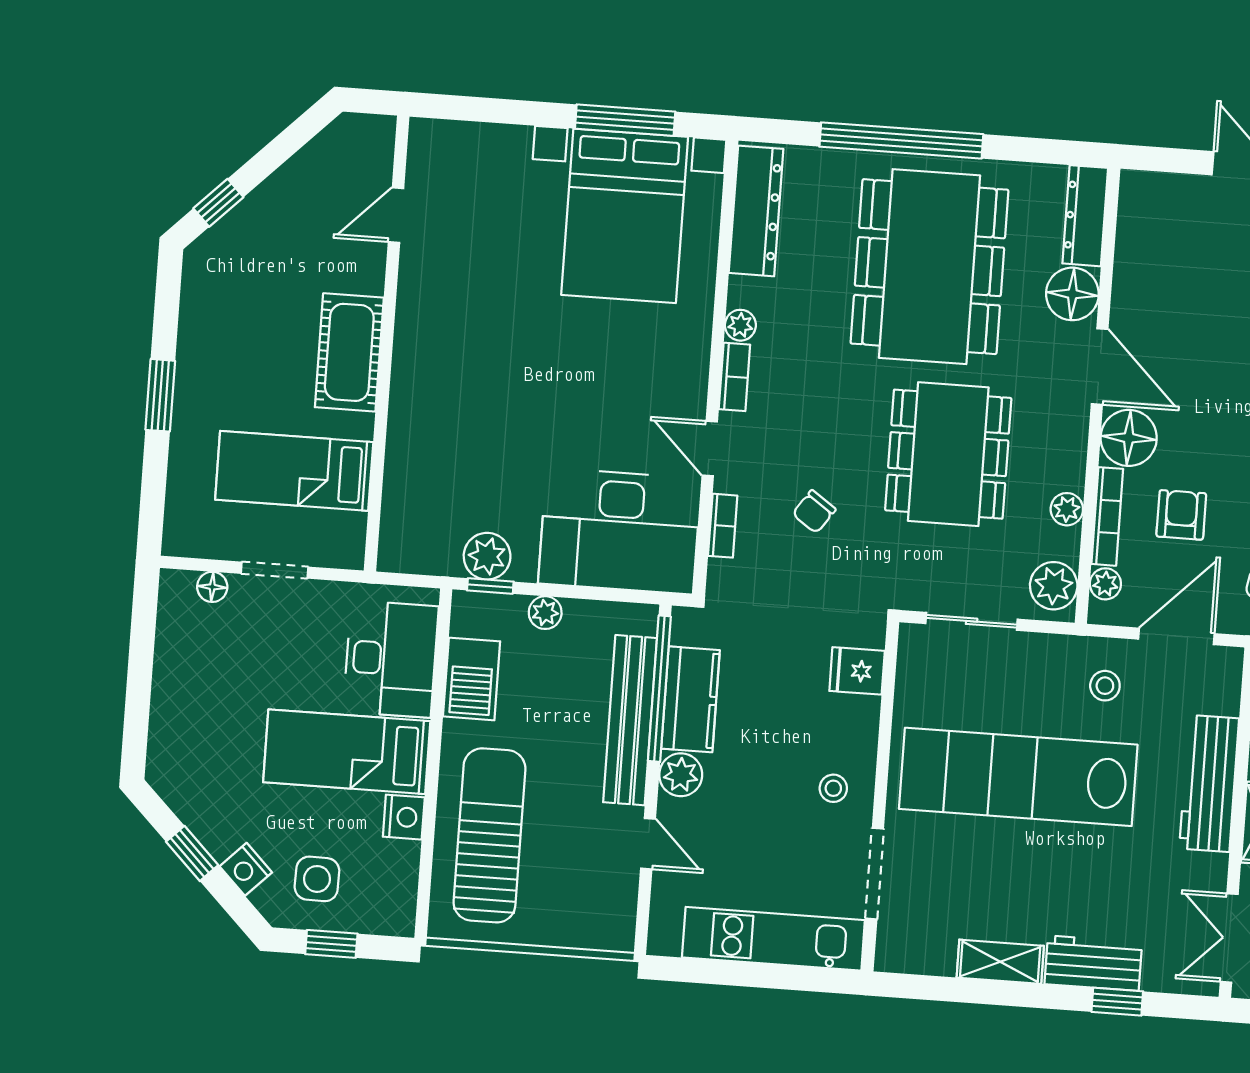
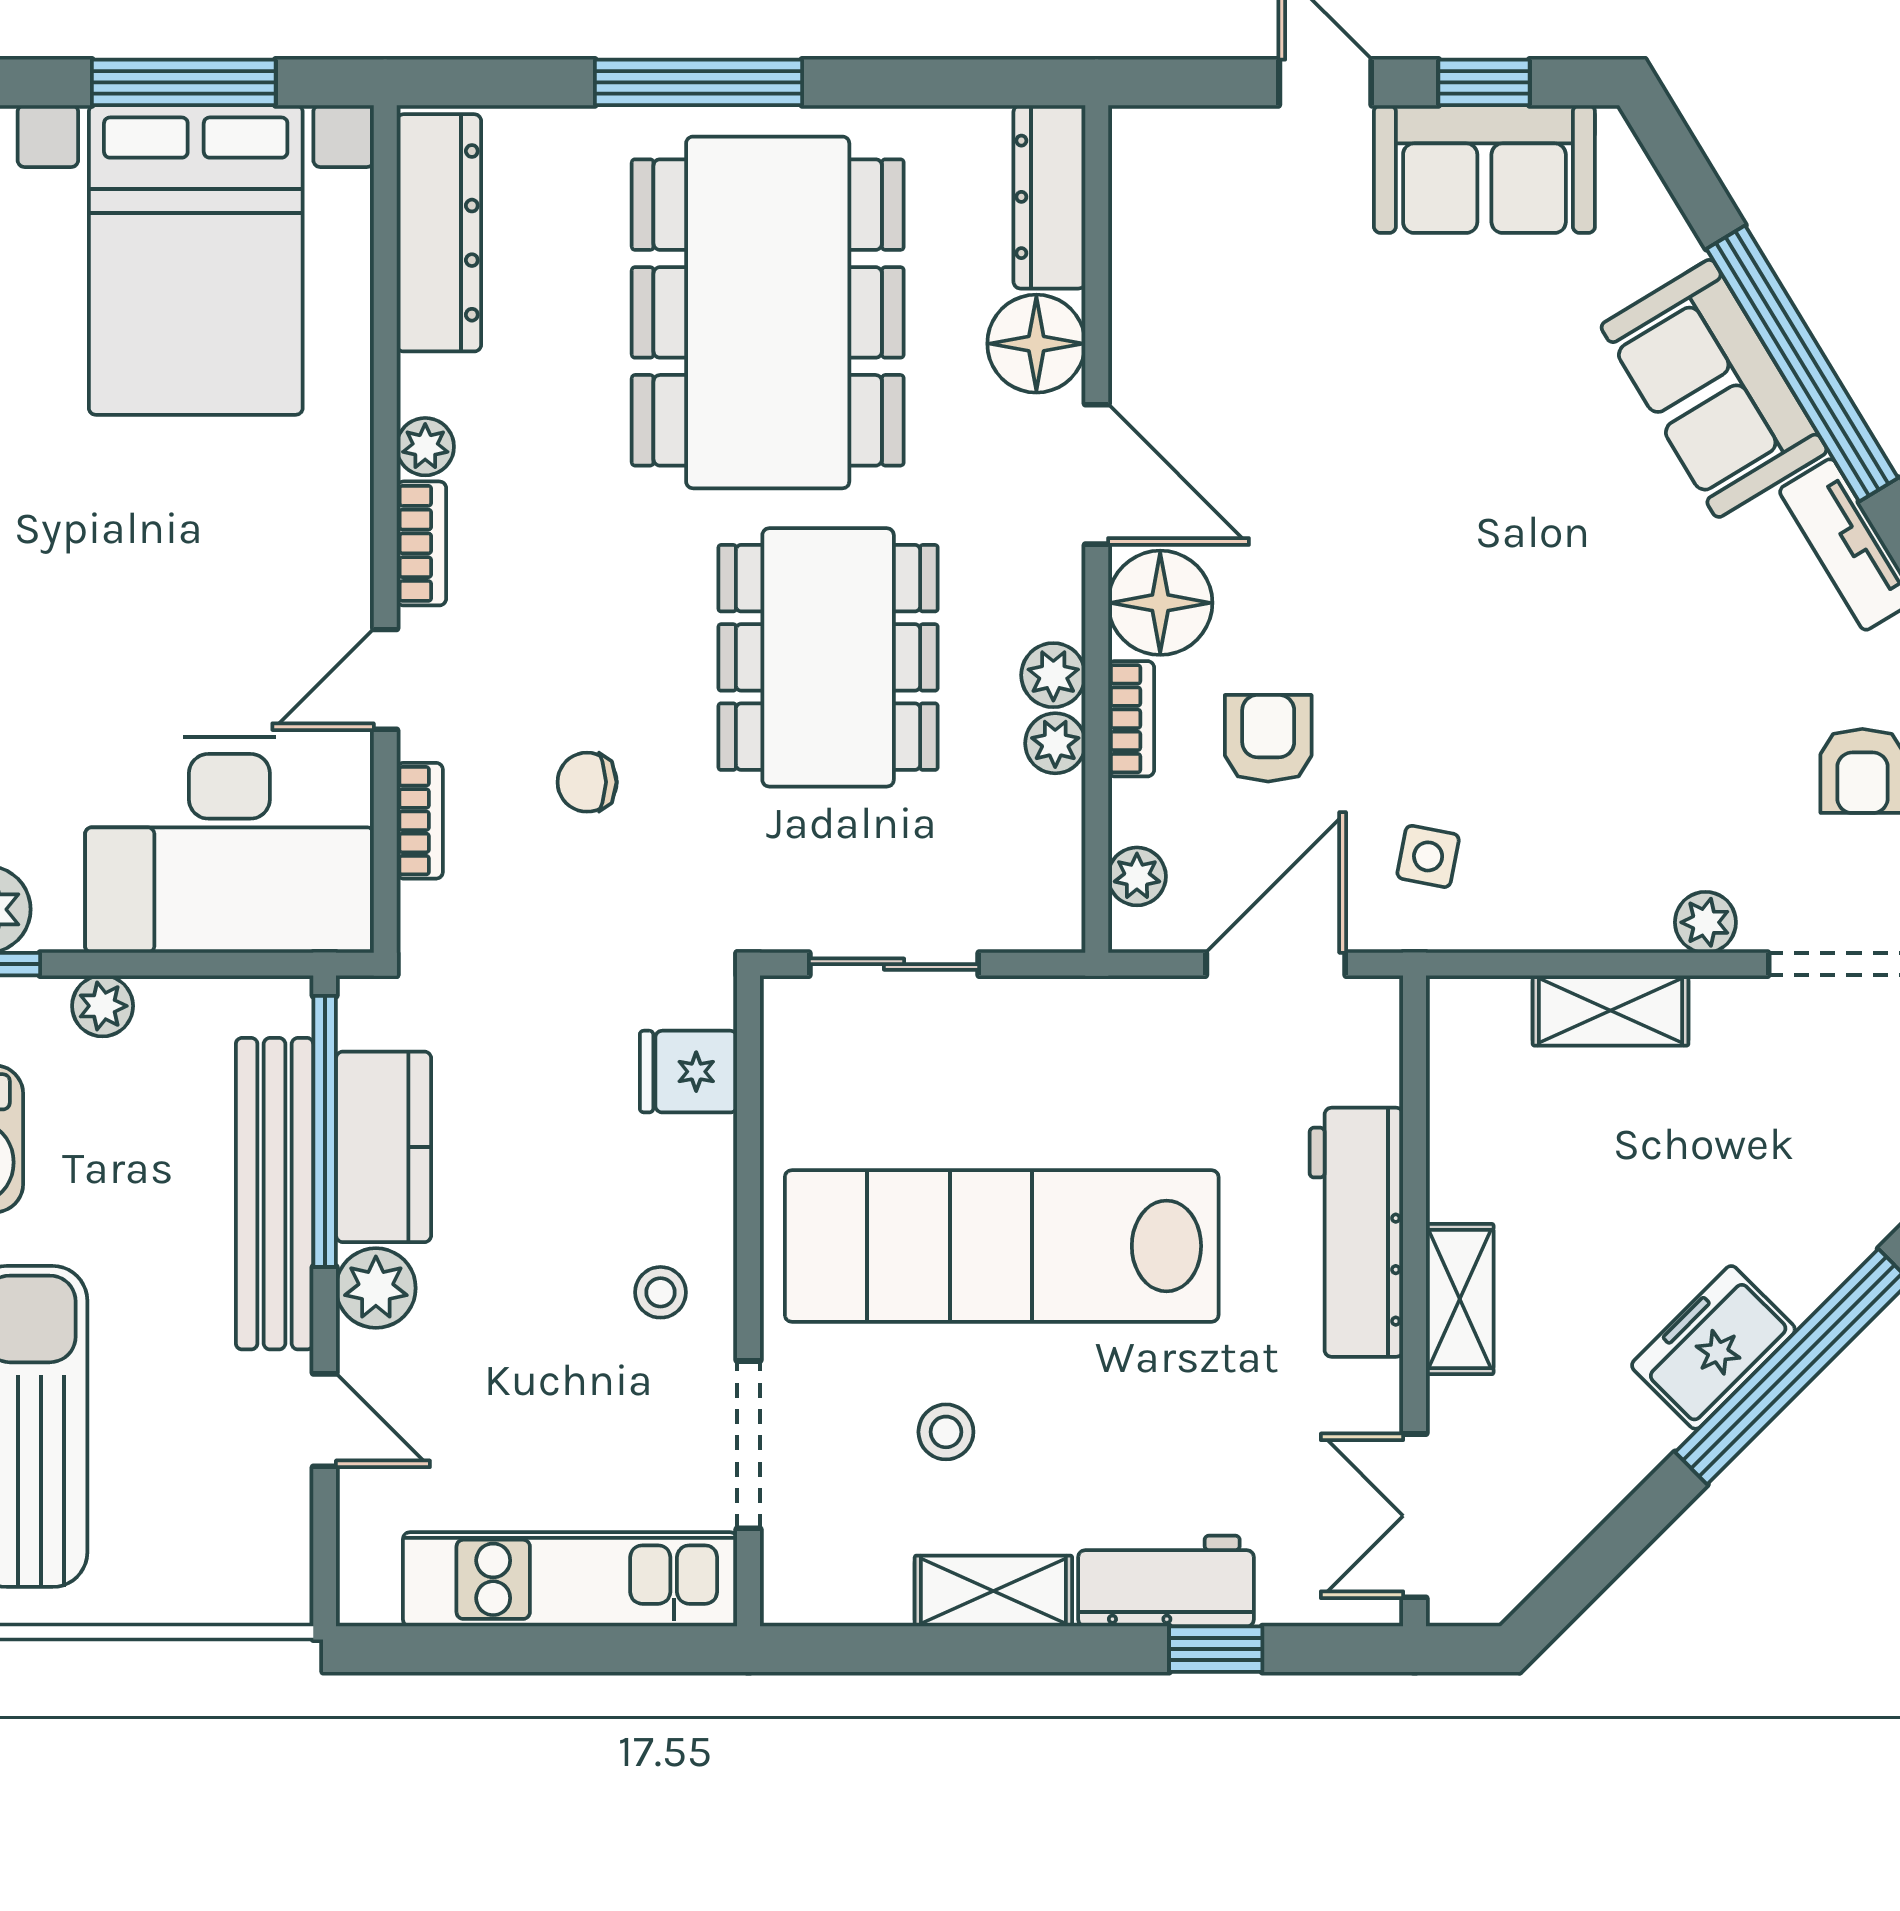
window: (901, 140) -> (698, 82), width x0.68
door: (710, 448) -> (385, 679), hinge flipped
chair: (814, 512) -> (587, 782), turned 55
bookcase: (1107, 516) -> (1131, 719), width x0.64
plant: (1054, 586) -> (1053, 675), moved, width x0.73, depth x0.73
stool: (1105, 686) -> (946, 1432), moved

